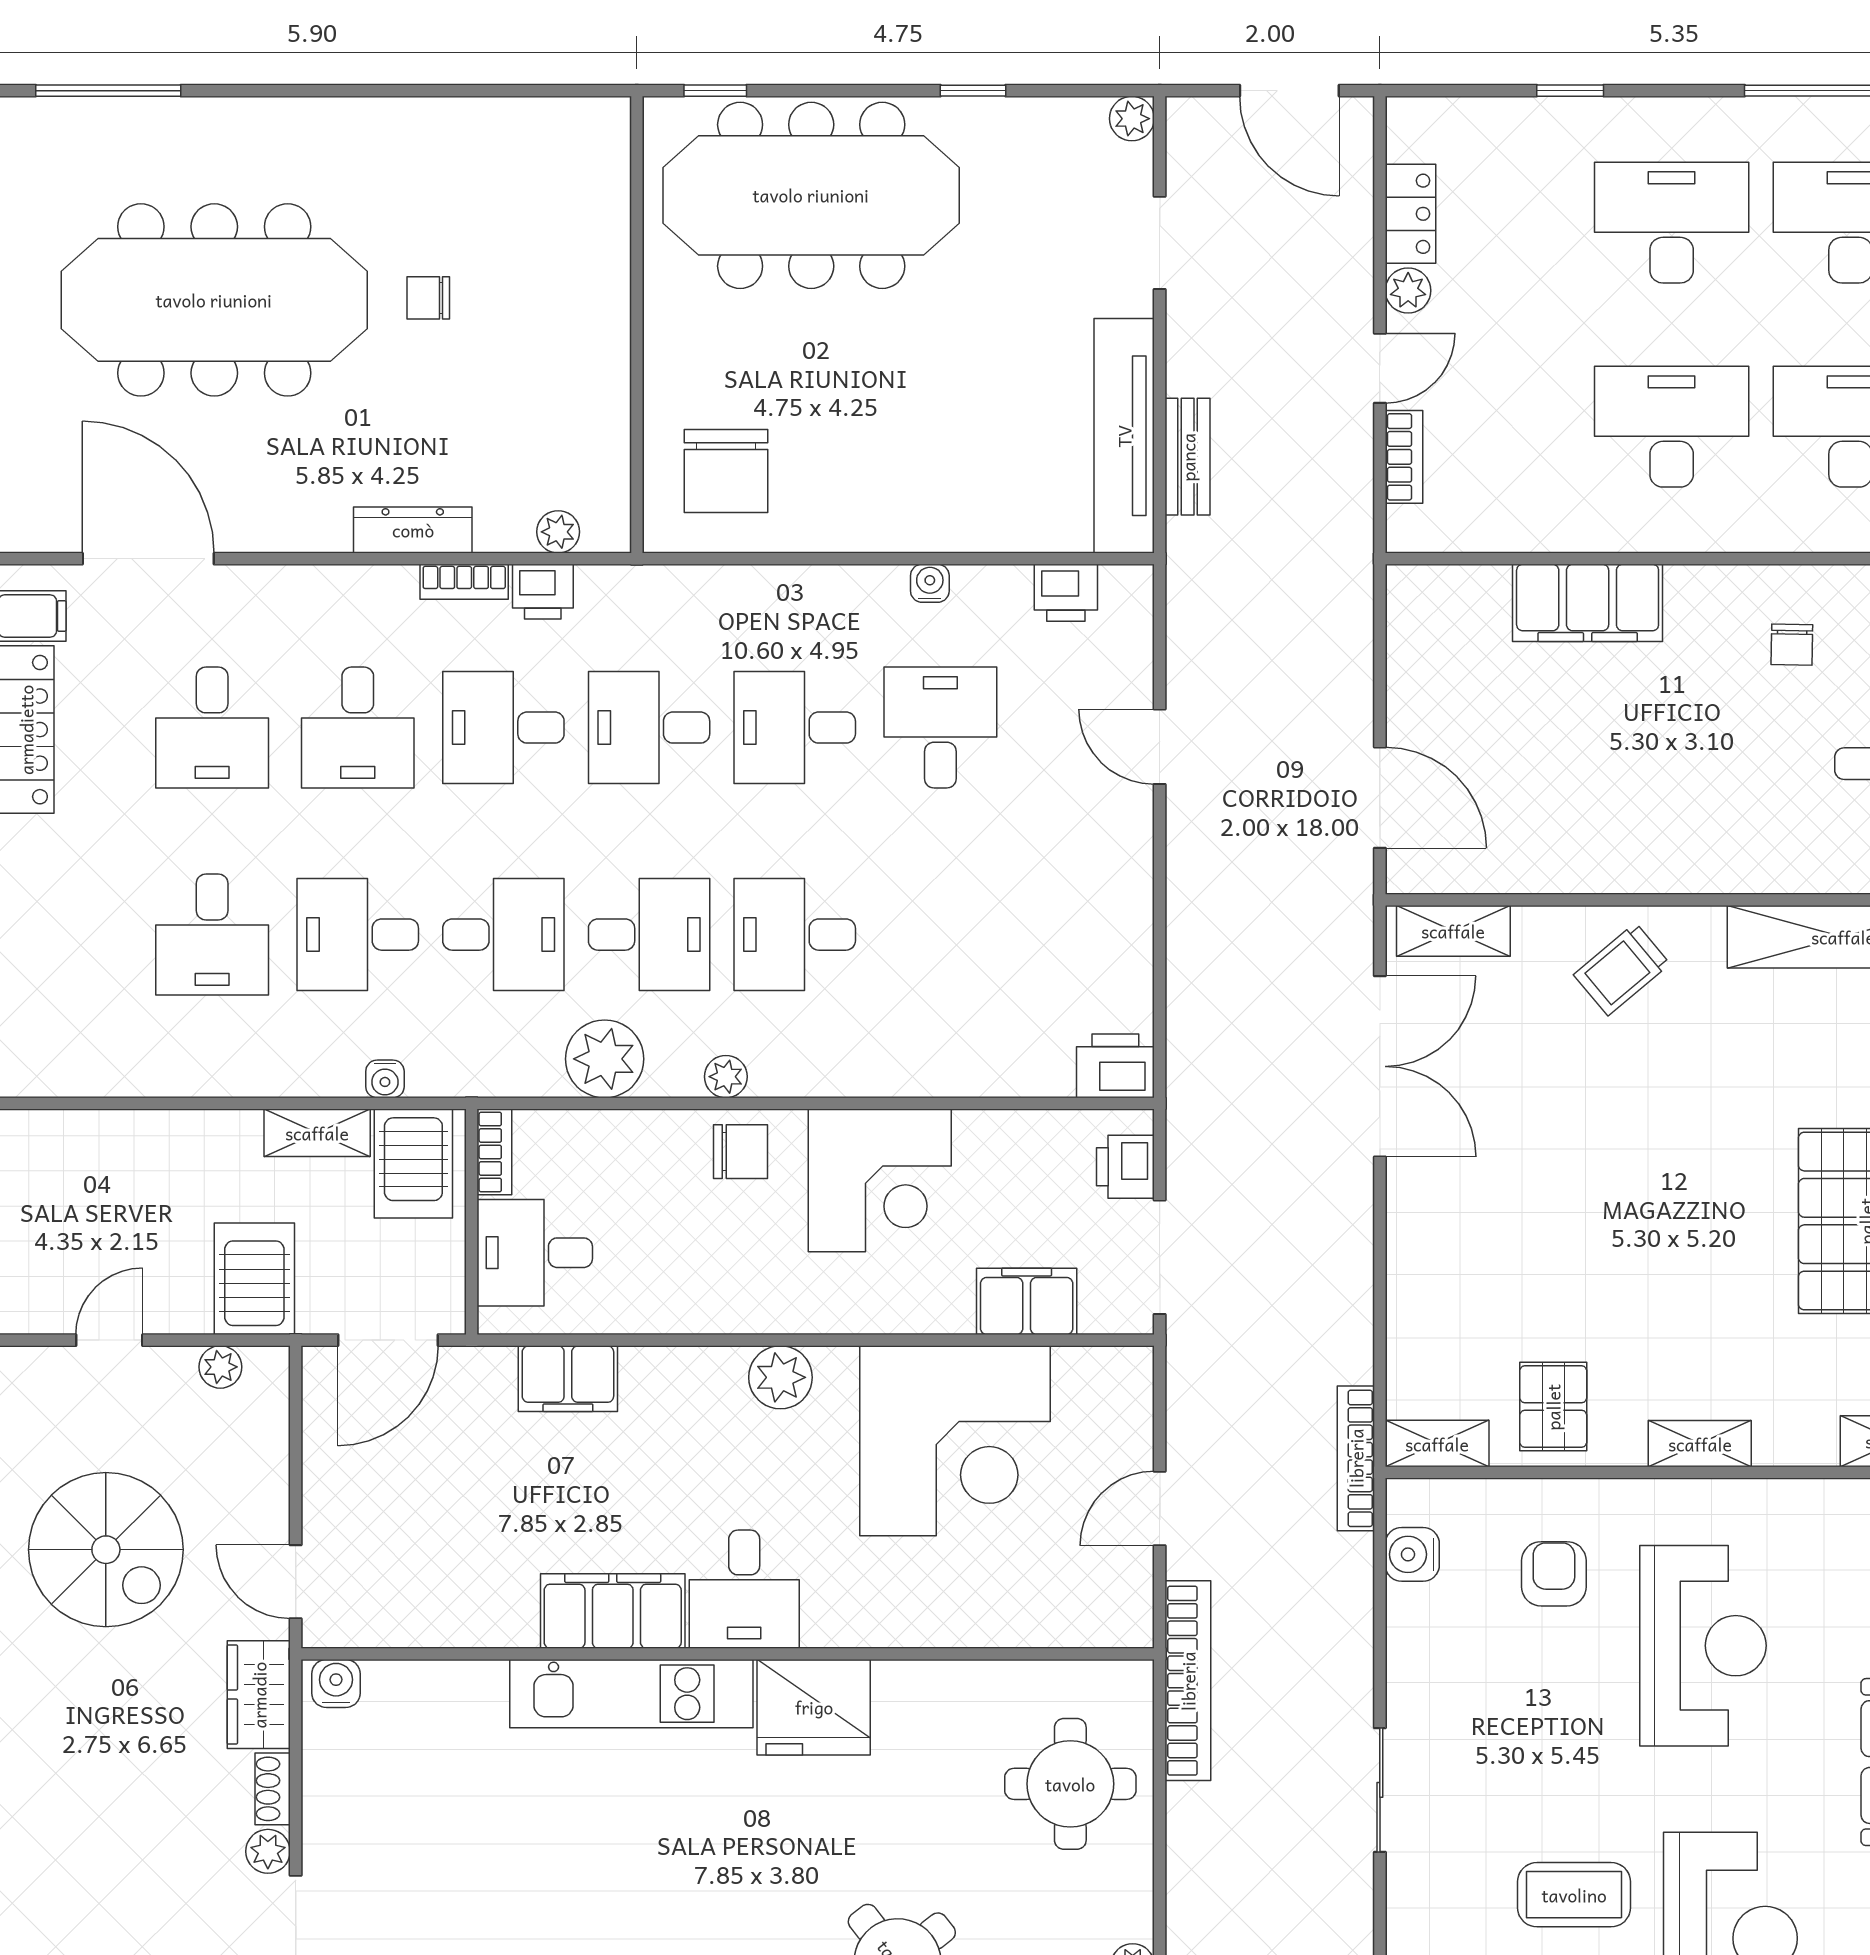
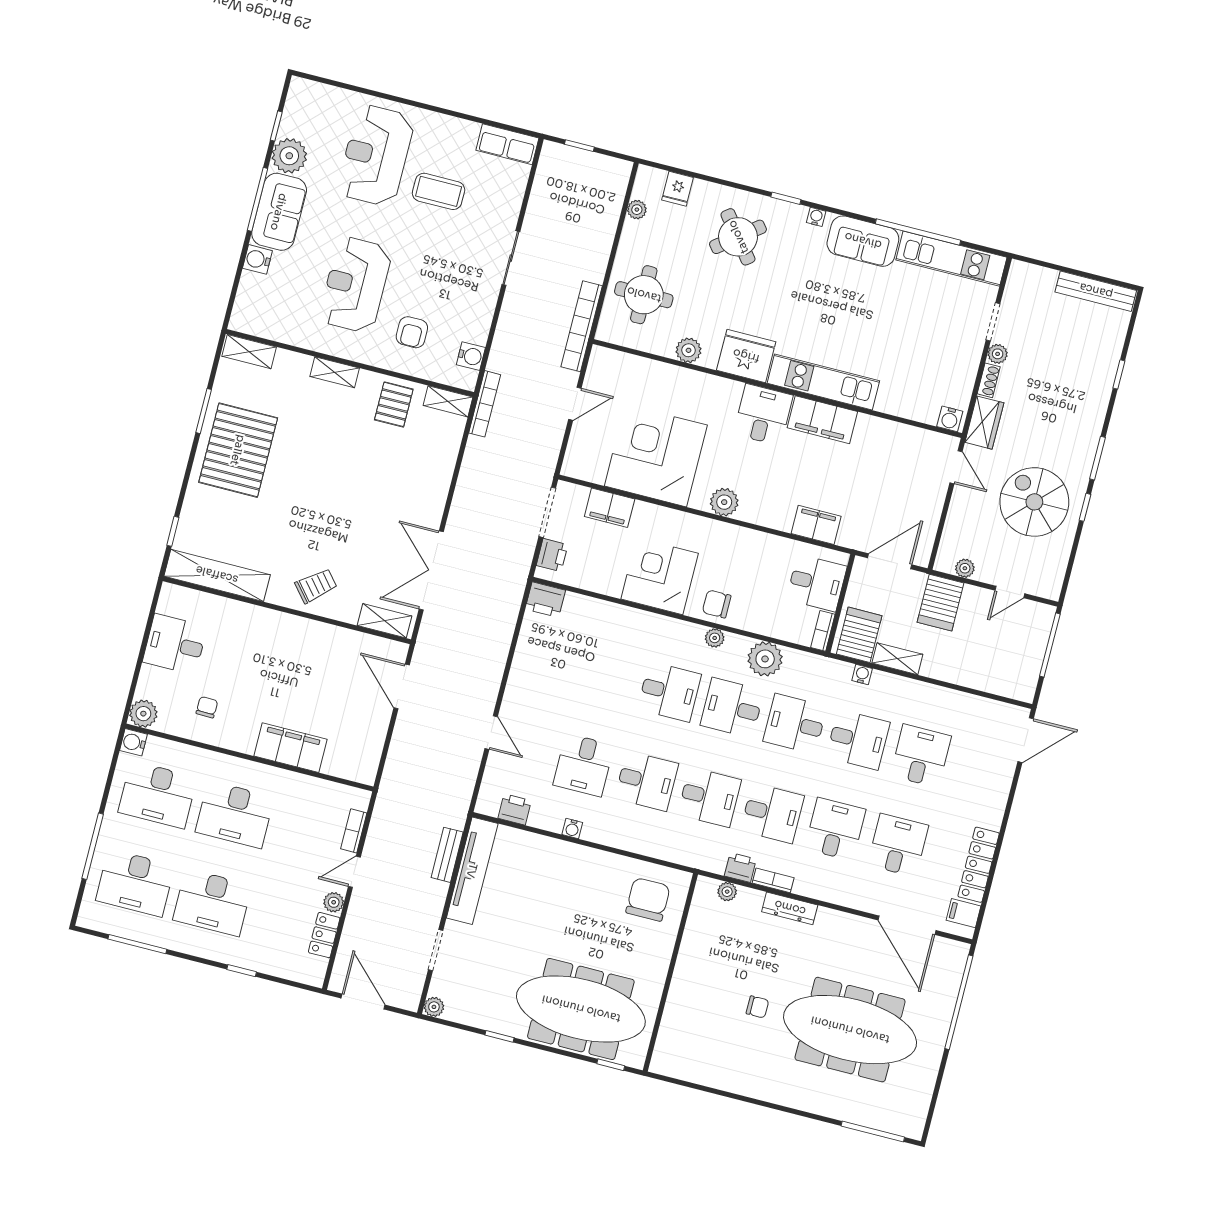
plant: (942, 1688) -> (689, 350), added

